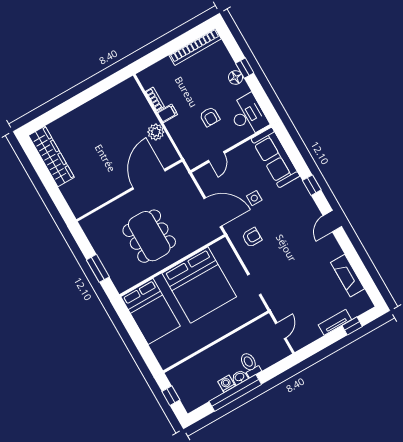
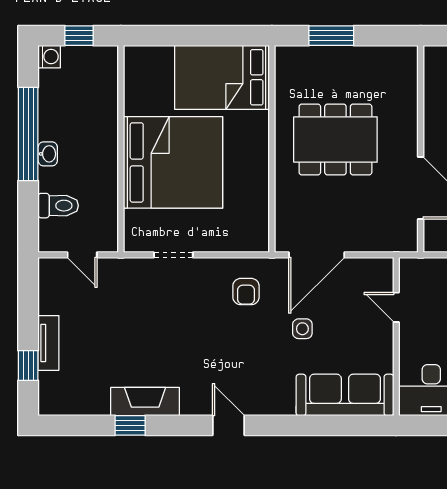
window: (312, 185) -> (130, 425), moved
door: (332, 221) -> (229, 425), moved
fireplace: (347, 276) -> (145, 402), moved
bed: (199, 285) -> (173, 162), moved, turned 180
toilet: (250, 364) -> (58, 206), moved
washing machine: (226, 384) -> (49, 57), moved

